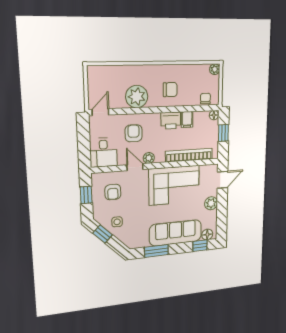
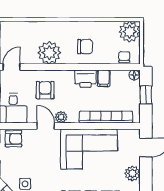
plant: (215, 69) -> (129, 32), width x1.88, depth x1.88
armchair: (113, 192) -> (13, 139), moved, turned -90

